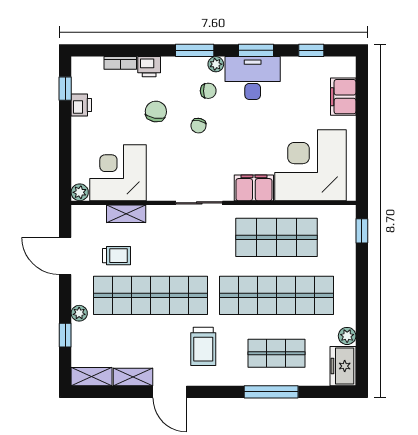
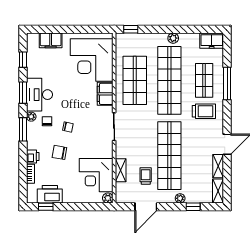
printer: (81, 105) -> (50, 194), width x1.87, depth x1.48
plant: (347, 336) -> (173, 38), moved
trolley: (203, 346) -> (204, 111), moved

